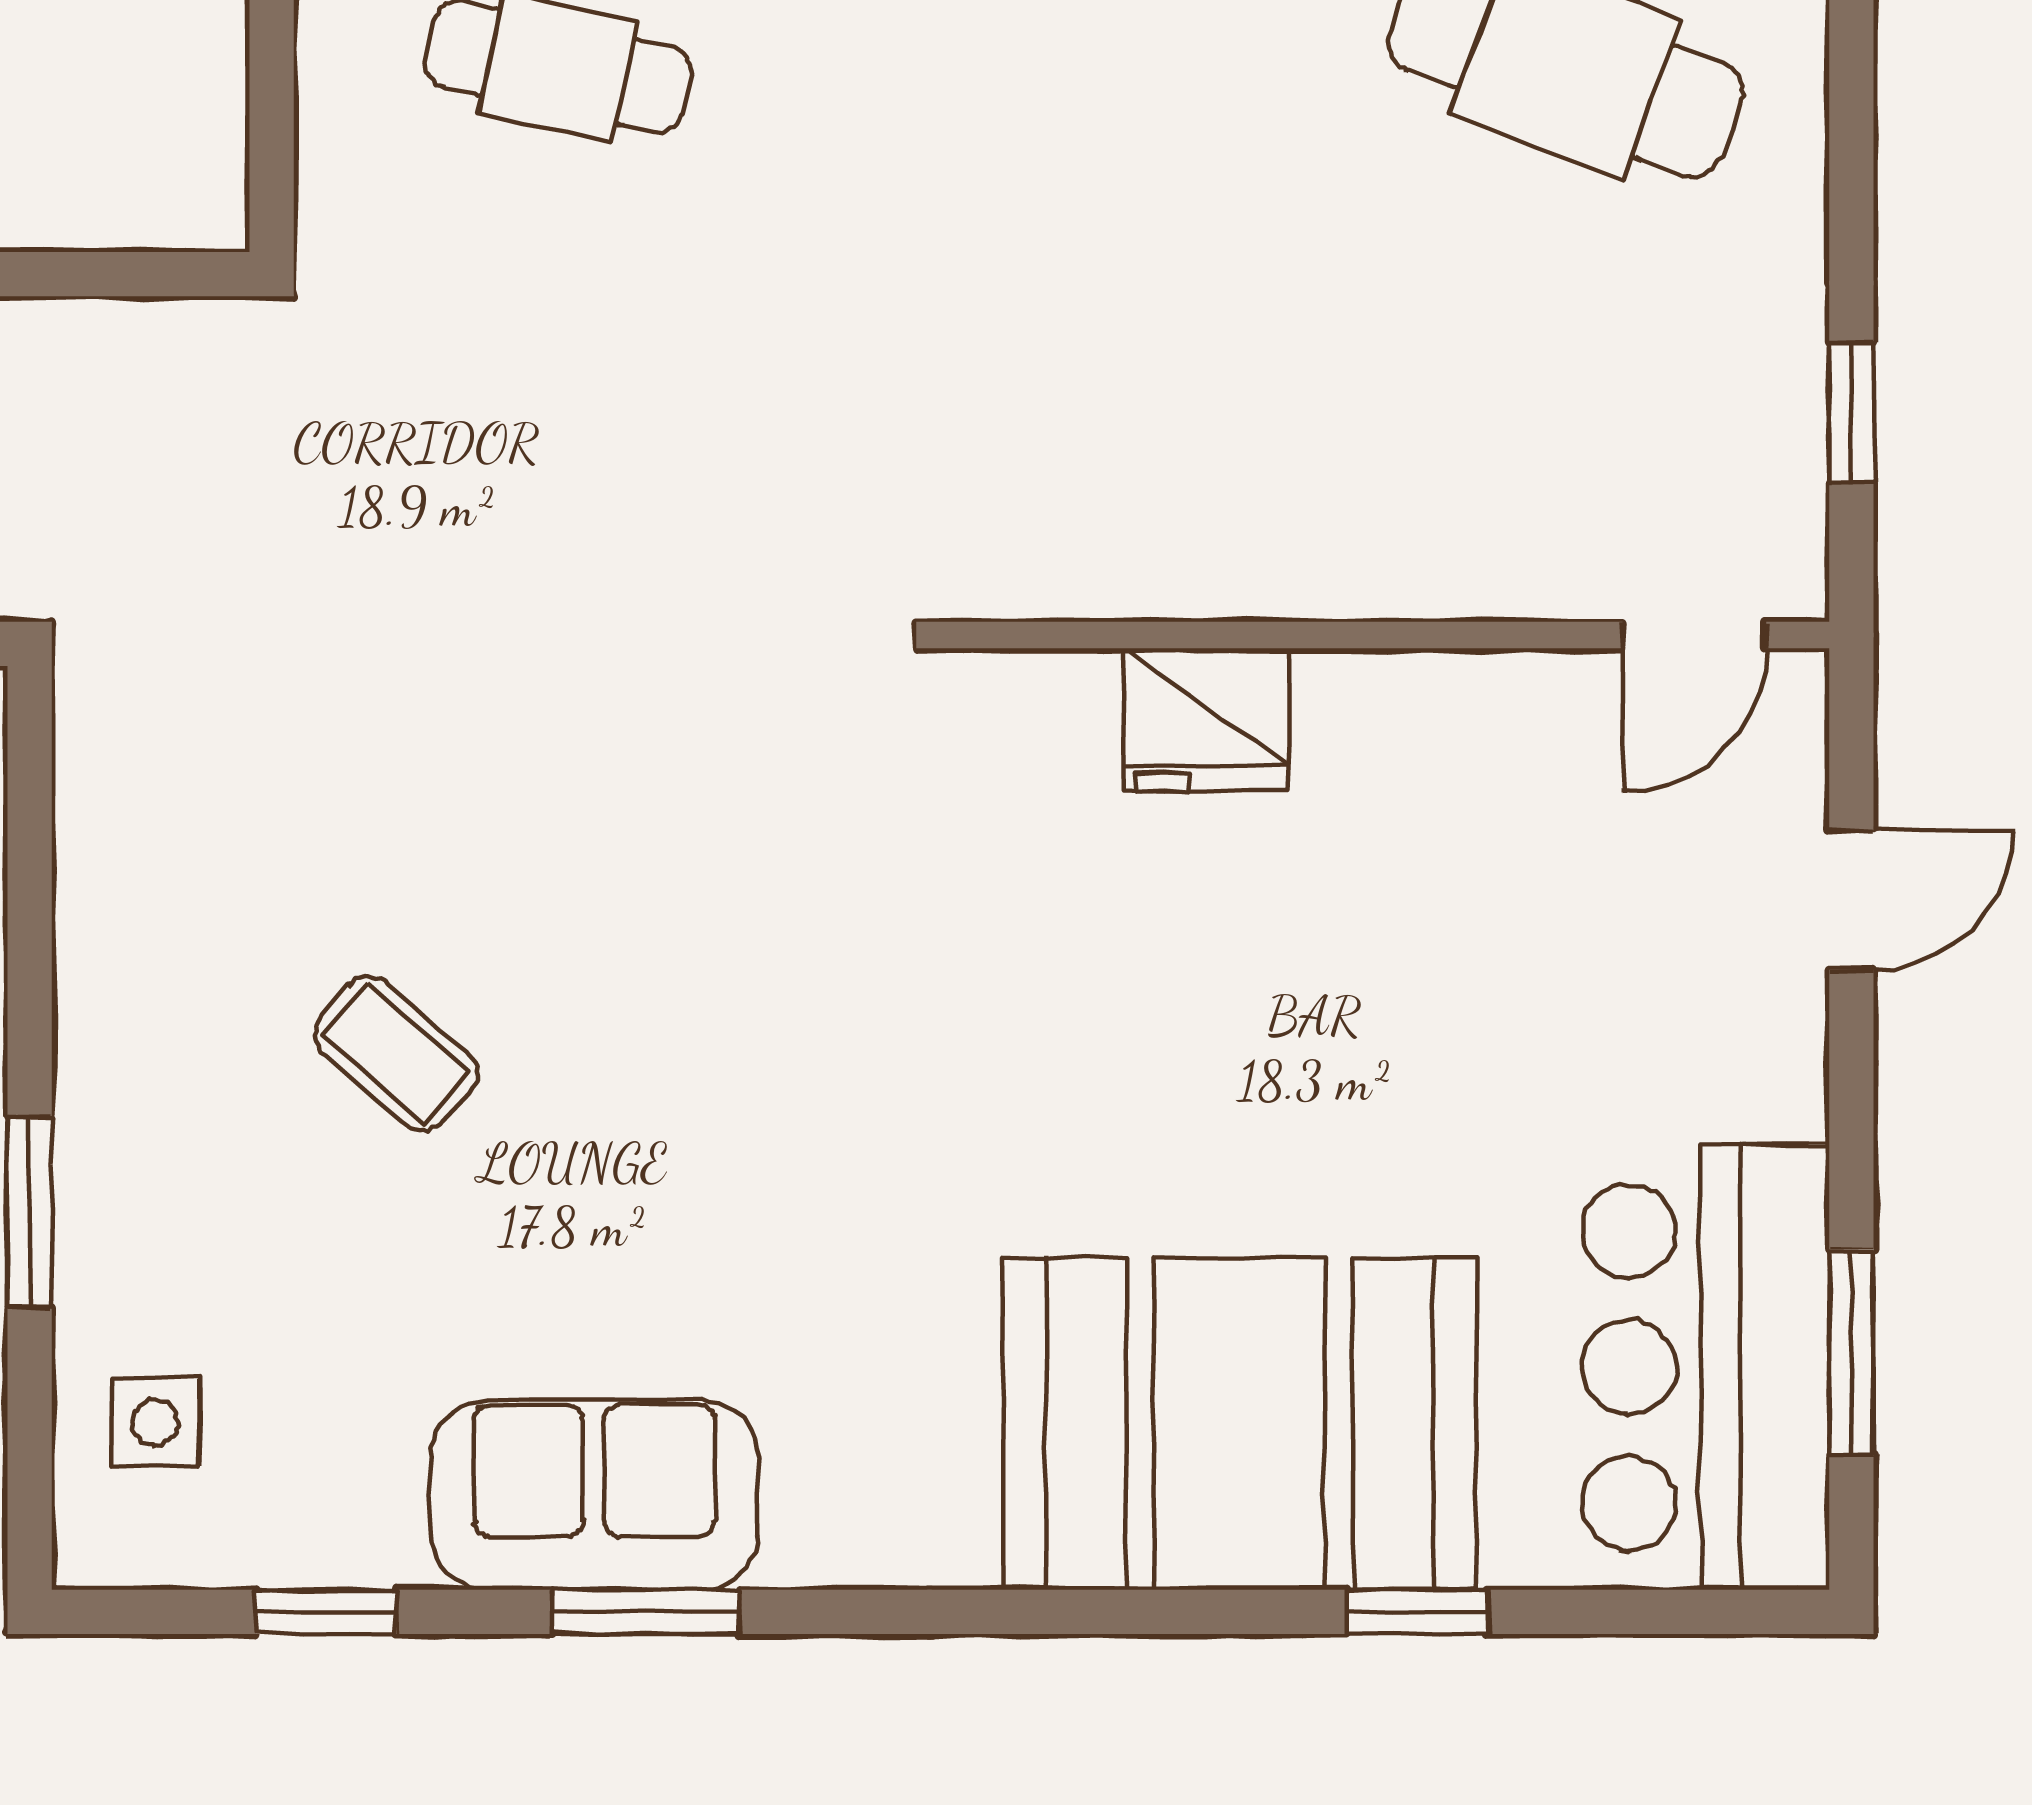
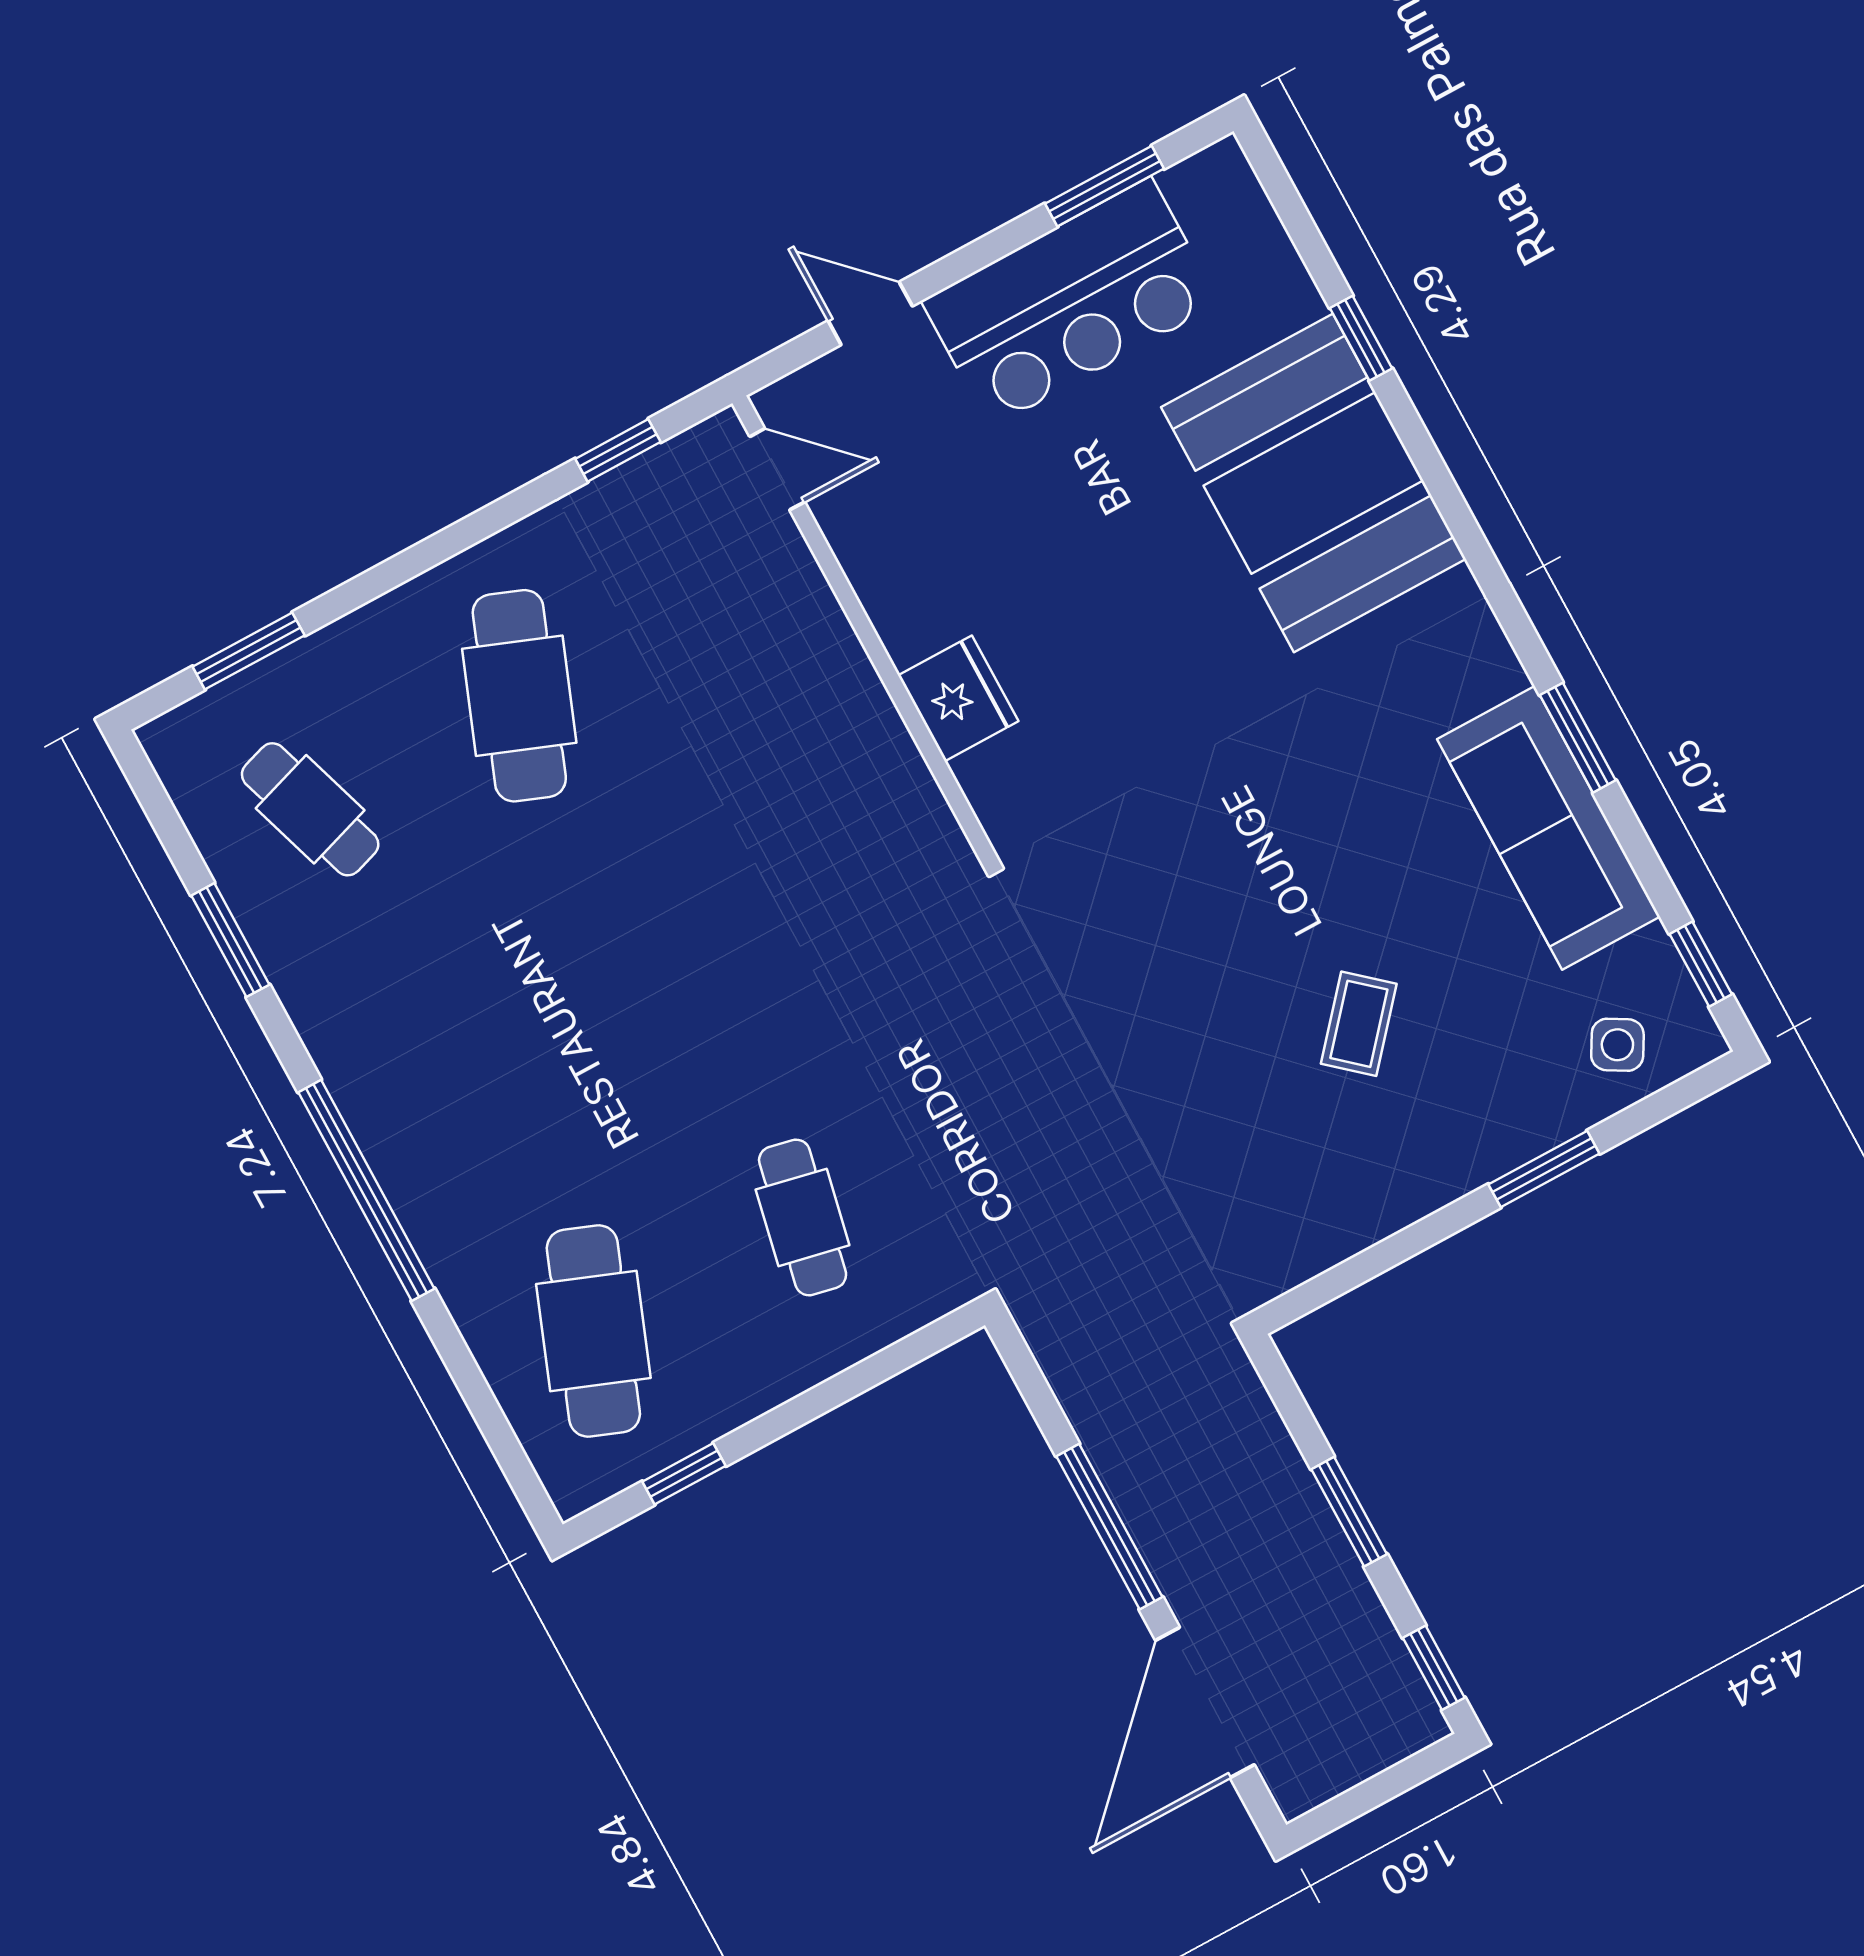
bar counter: (1706, 1367) -> (1071, 302), moved
side table: (155, 1422) -> (1617, 1045), turned 30
sofa: (594, 1495) -> (1549, 828), width x1.36
window: (326, 1612) -> (1701, 964), moved

